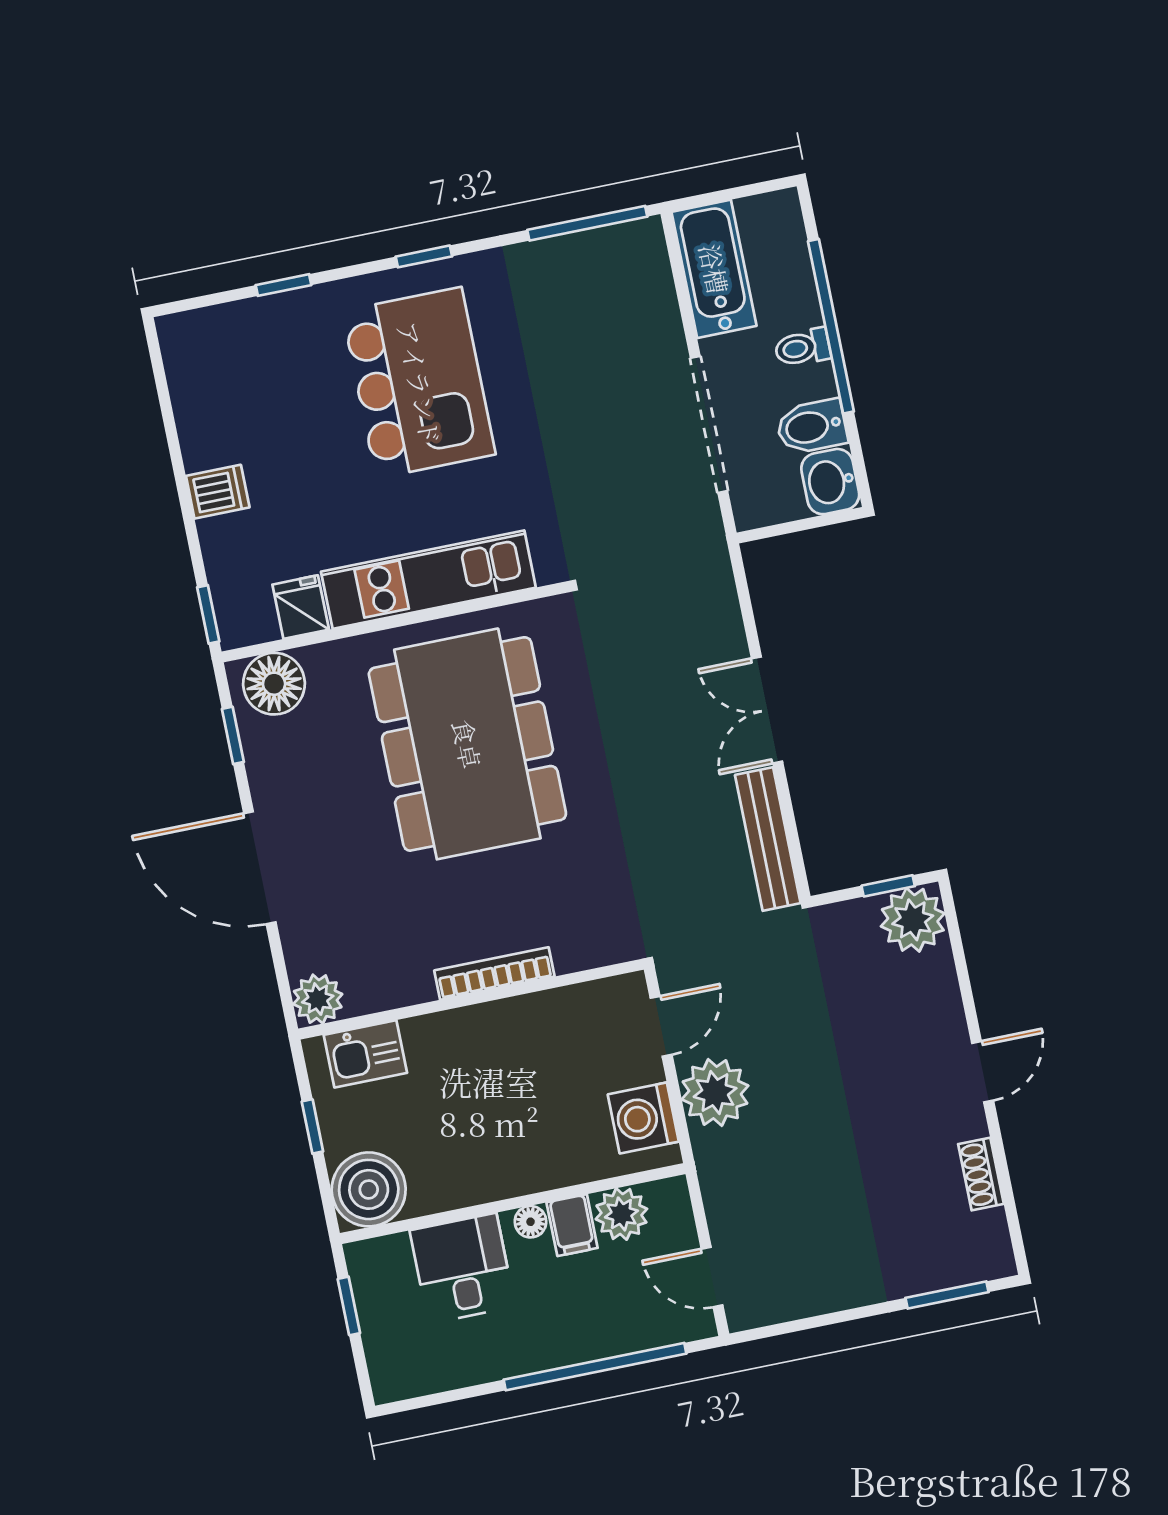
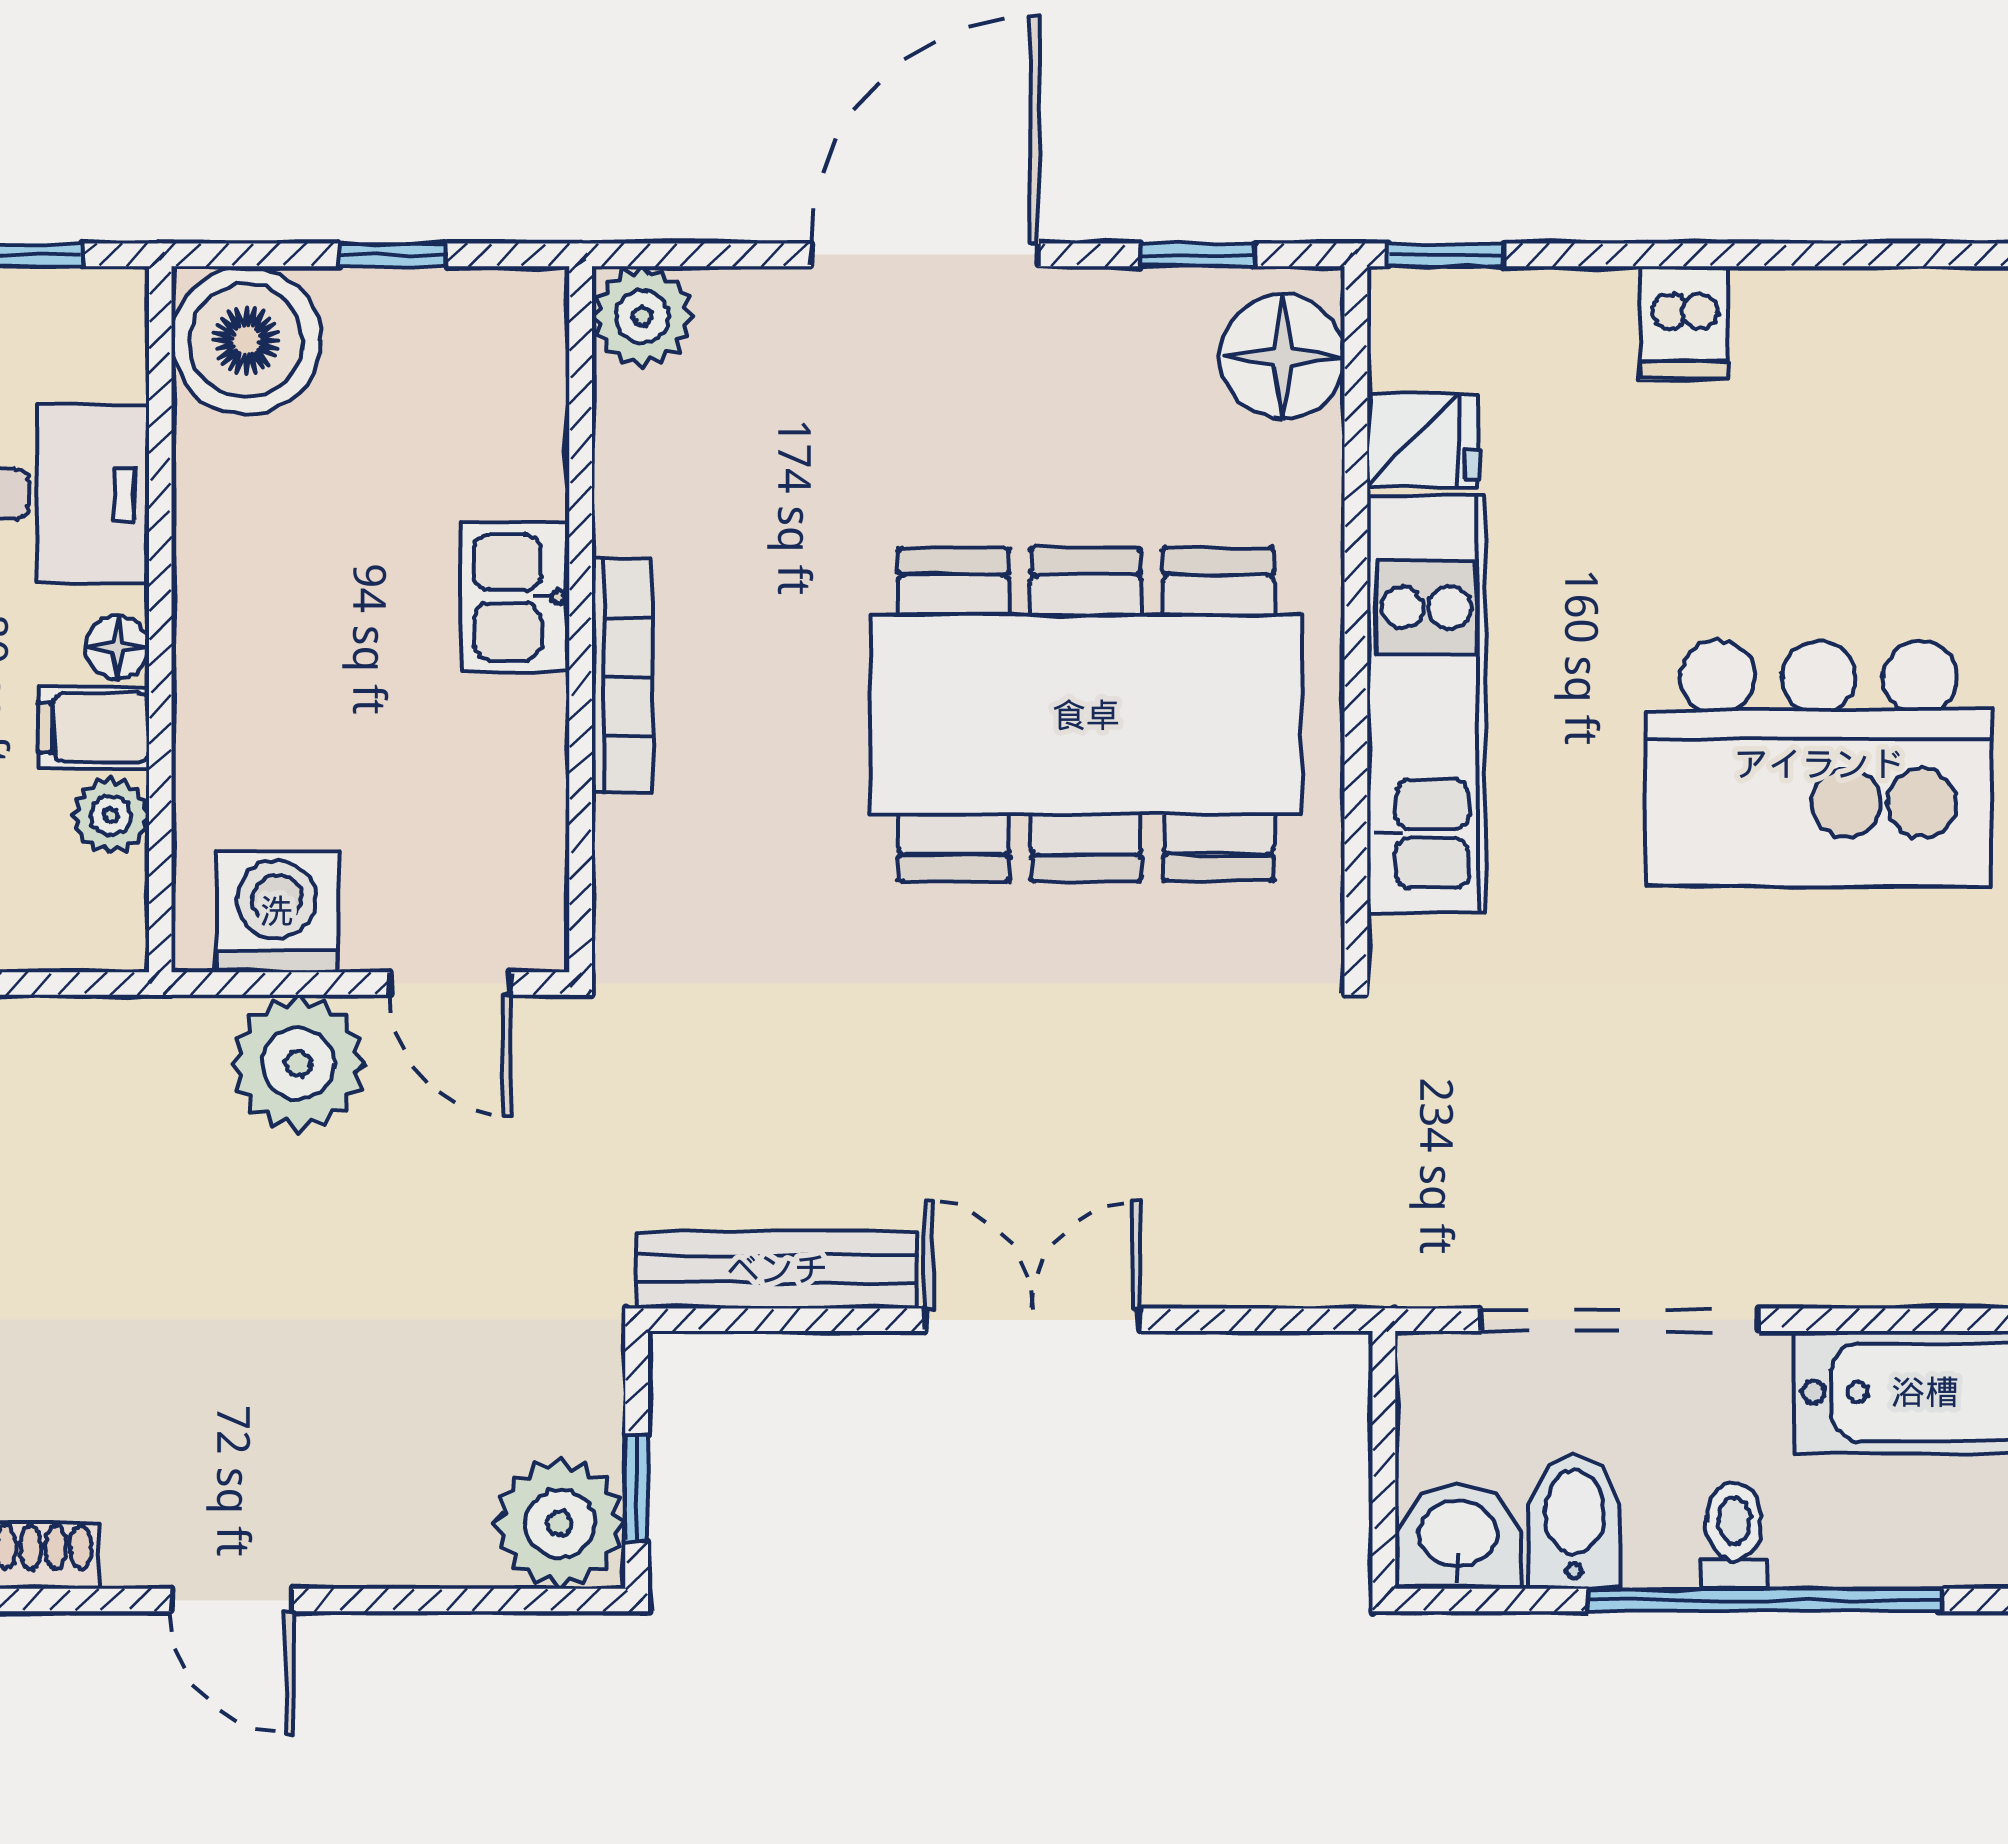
kitchen sink: (365, 1054) -> (515, 597), moved
plant: (621, 1214) -> (110, 815), width x0.73, depth x0.73

